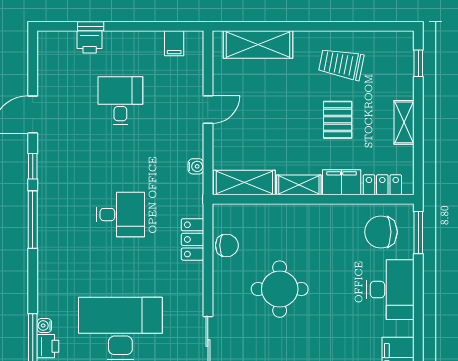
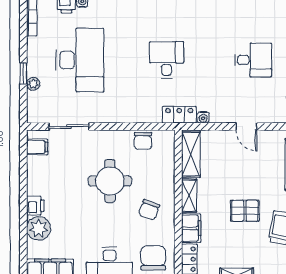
pallet: (338, 120) -> (245, 211), moved
desk: (120, 215) -> (167, 60), turned 180
chair: (318, 238) -> (149, 210), added
locker: (192, 239) -> (179, 115), moved

